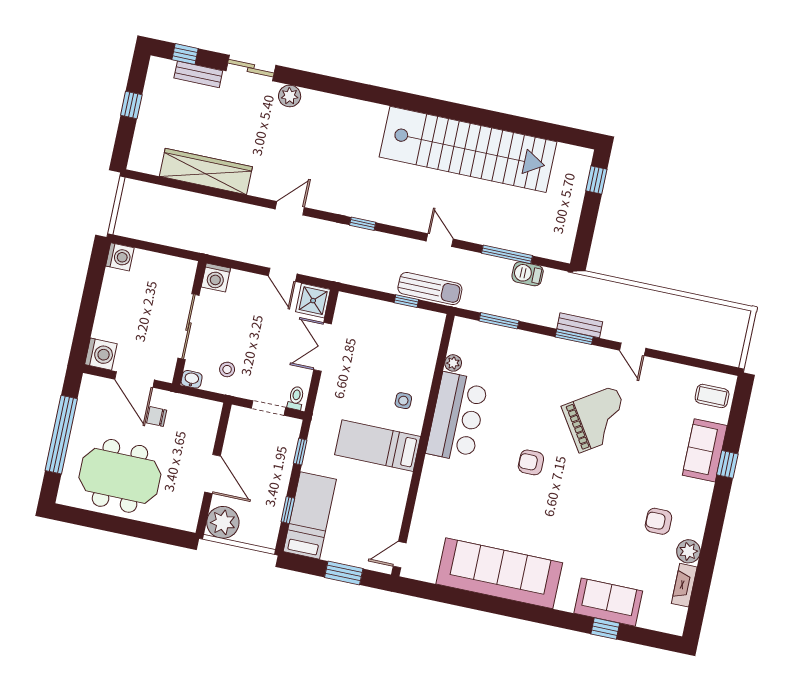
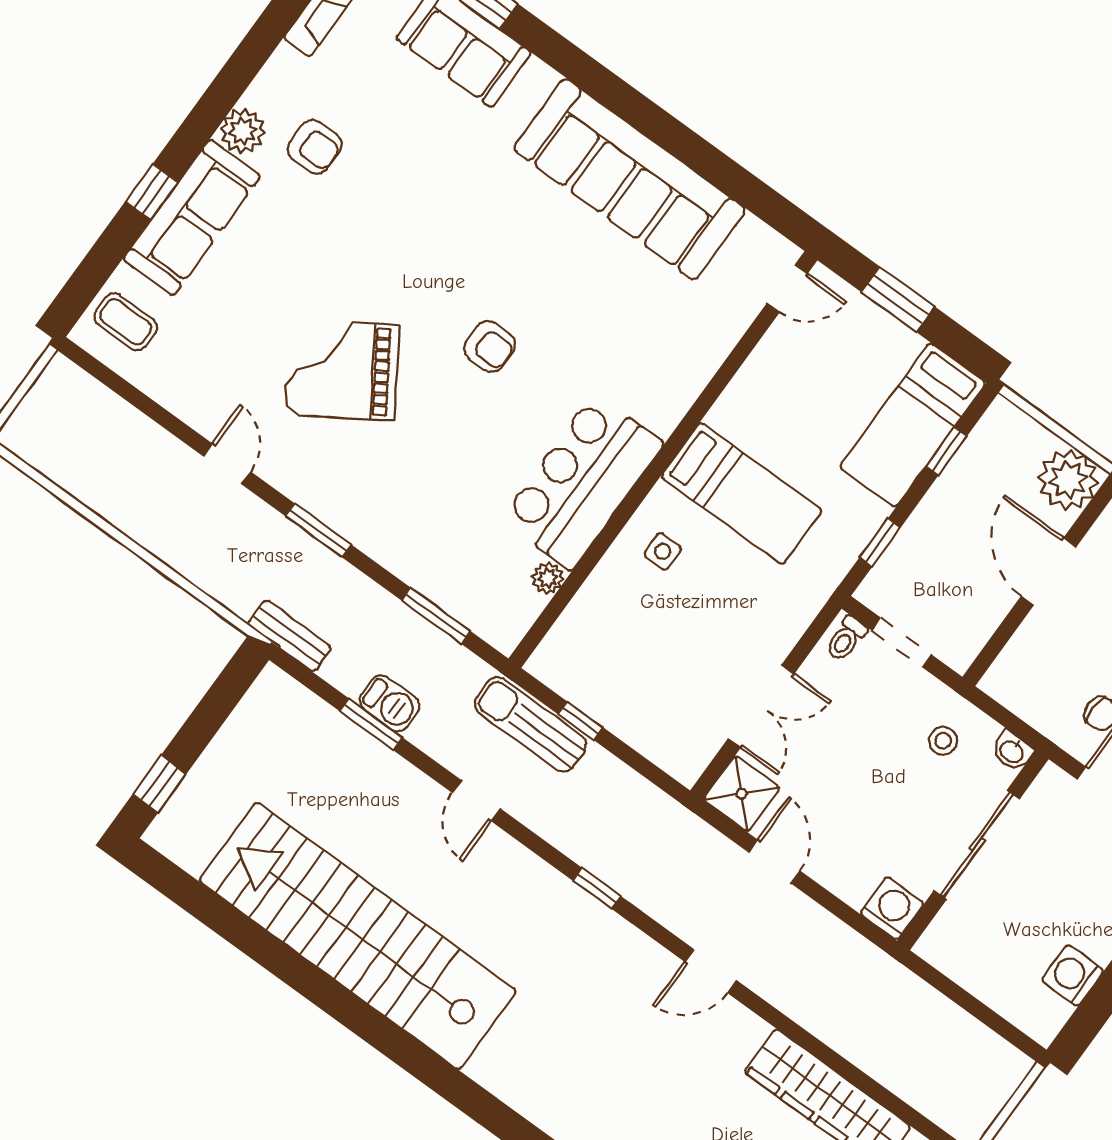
window: (507, 254) -> (371, 724), width x0.69
washing machine: (120, 257) -> (1073, 975), moved
barbecue: (528, 274) -> (390, 703), moved
bench: (580, 325) -> (290, 636), moved
sofa: (705, 450) -> (192, 218), width x1.36
plant: (688, 551) -> (243, 131), moved

